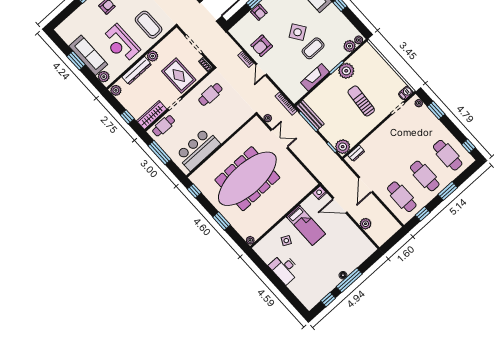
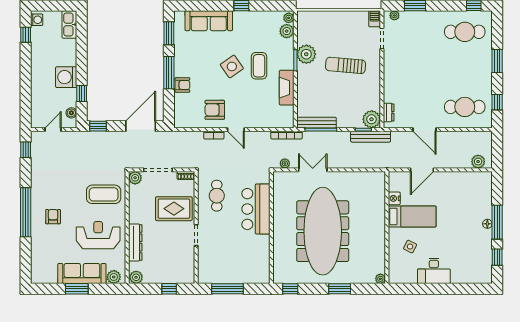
reception desk: (121, 44) -> (98, 235), turned 180
armchair: (262, 46) -> (215, 110), turned 90
plant: (153, 56) -> (135, 178), moved
wardrobe: (152, 115) -> (187, 265), removed
cafe table: (164, 126) -> (207, 263), removed
bar counter: (198, 149) -> (256, 209), moved
bench: (332, 156) -> (371, 137), added
cafe table: (425, 176) -> (465, 69), removed
nightstand: (320, 193) -> (394, 198), moved
plant: (366, 224) -> (478, 162), moved

